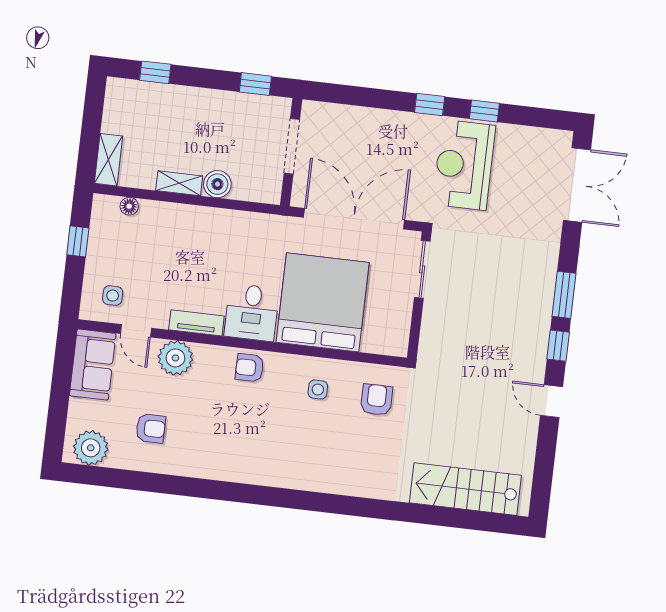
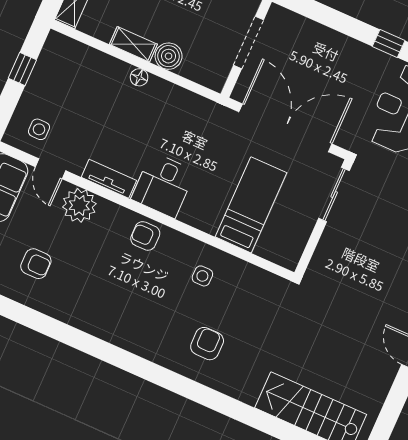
floor lamp: (129, 206) -> (139, 77), moved
bed: (323, 302) -> (251, 205), width x0.49
armchair: (377, 400) -> (207, 344), moved

